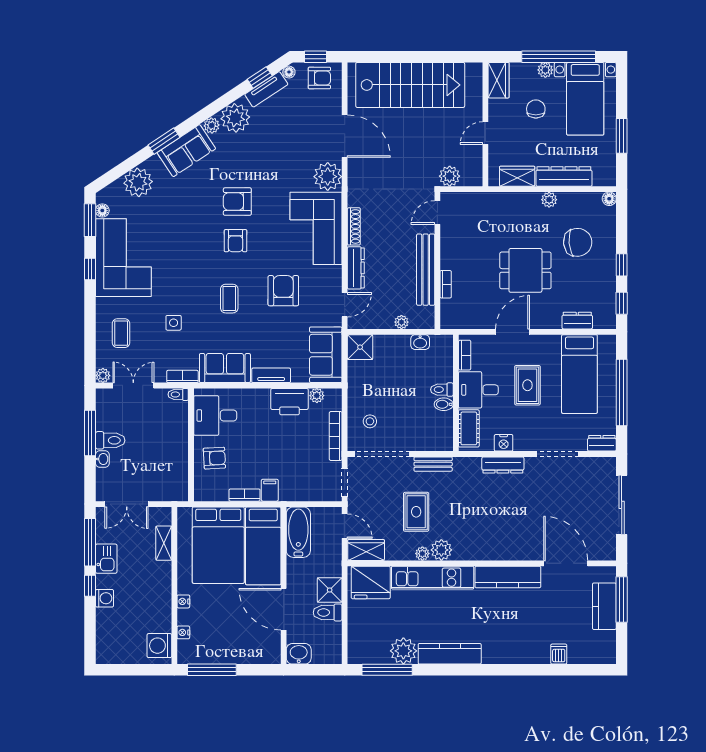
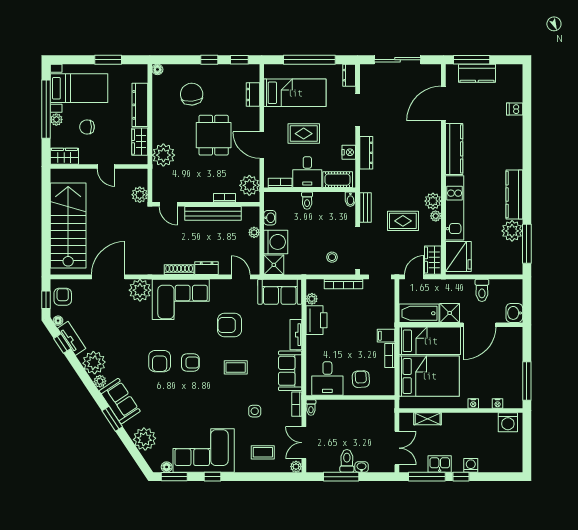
plant: (549, 200) -> (163, 155), moved, width x1.88, depth x1.88
dresser: (356, 268) -> (207, 268), width x0.70
plant: (461, 316) -> (249, 185), added
washing machine: (389, 350) -> (276, 242), added
bidet: (444, 404) -> (350, 199), moved
shower: (330, 590) -> (450, 313), moved

